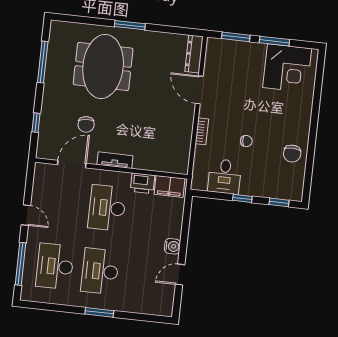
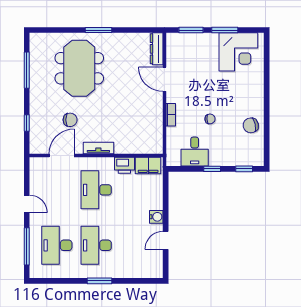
chair: (86, 124) -> (70, 120), turned -84
chair: (292, 154) -> (251, 125), turned 77

